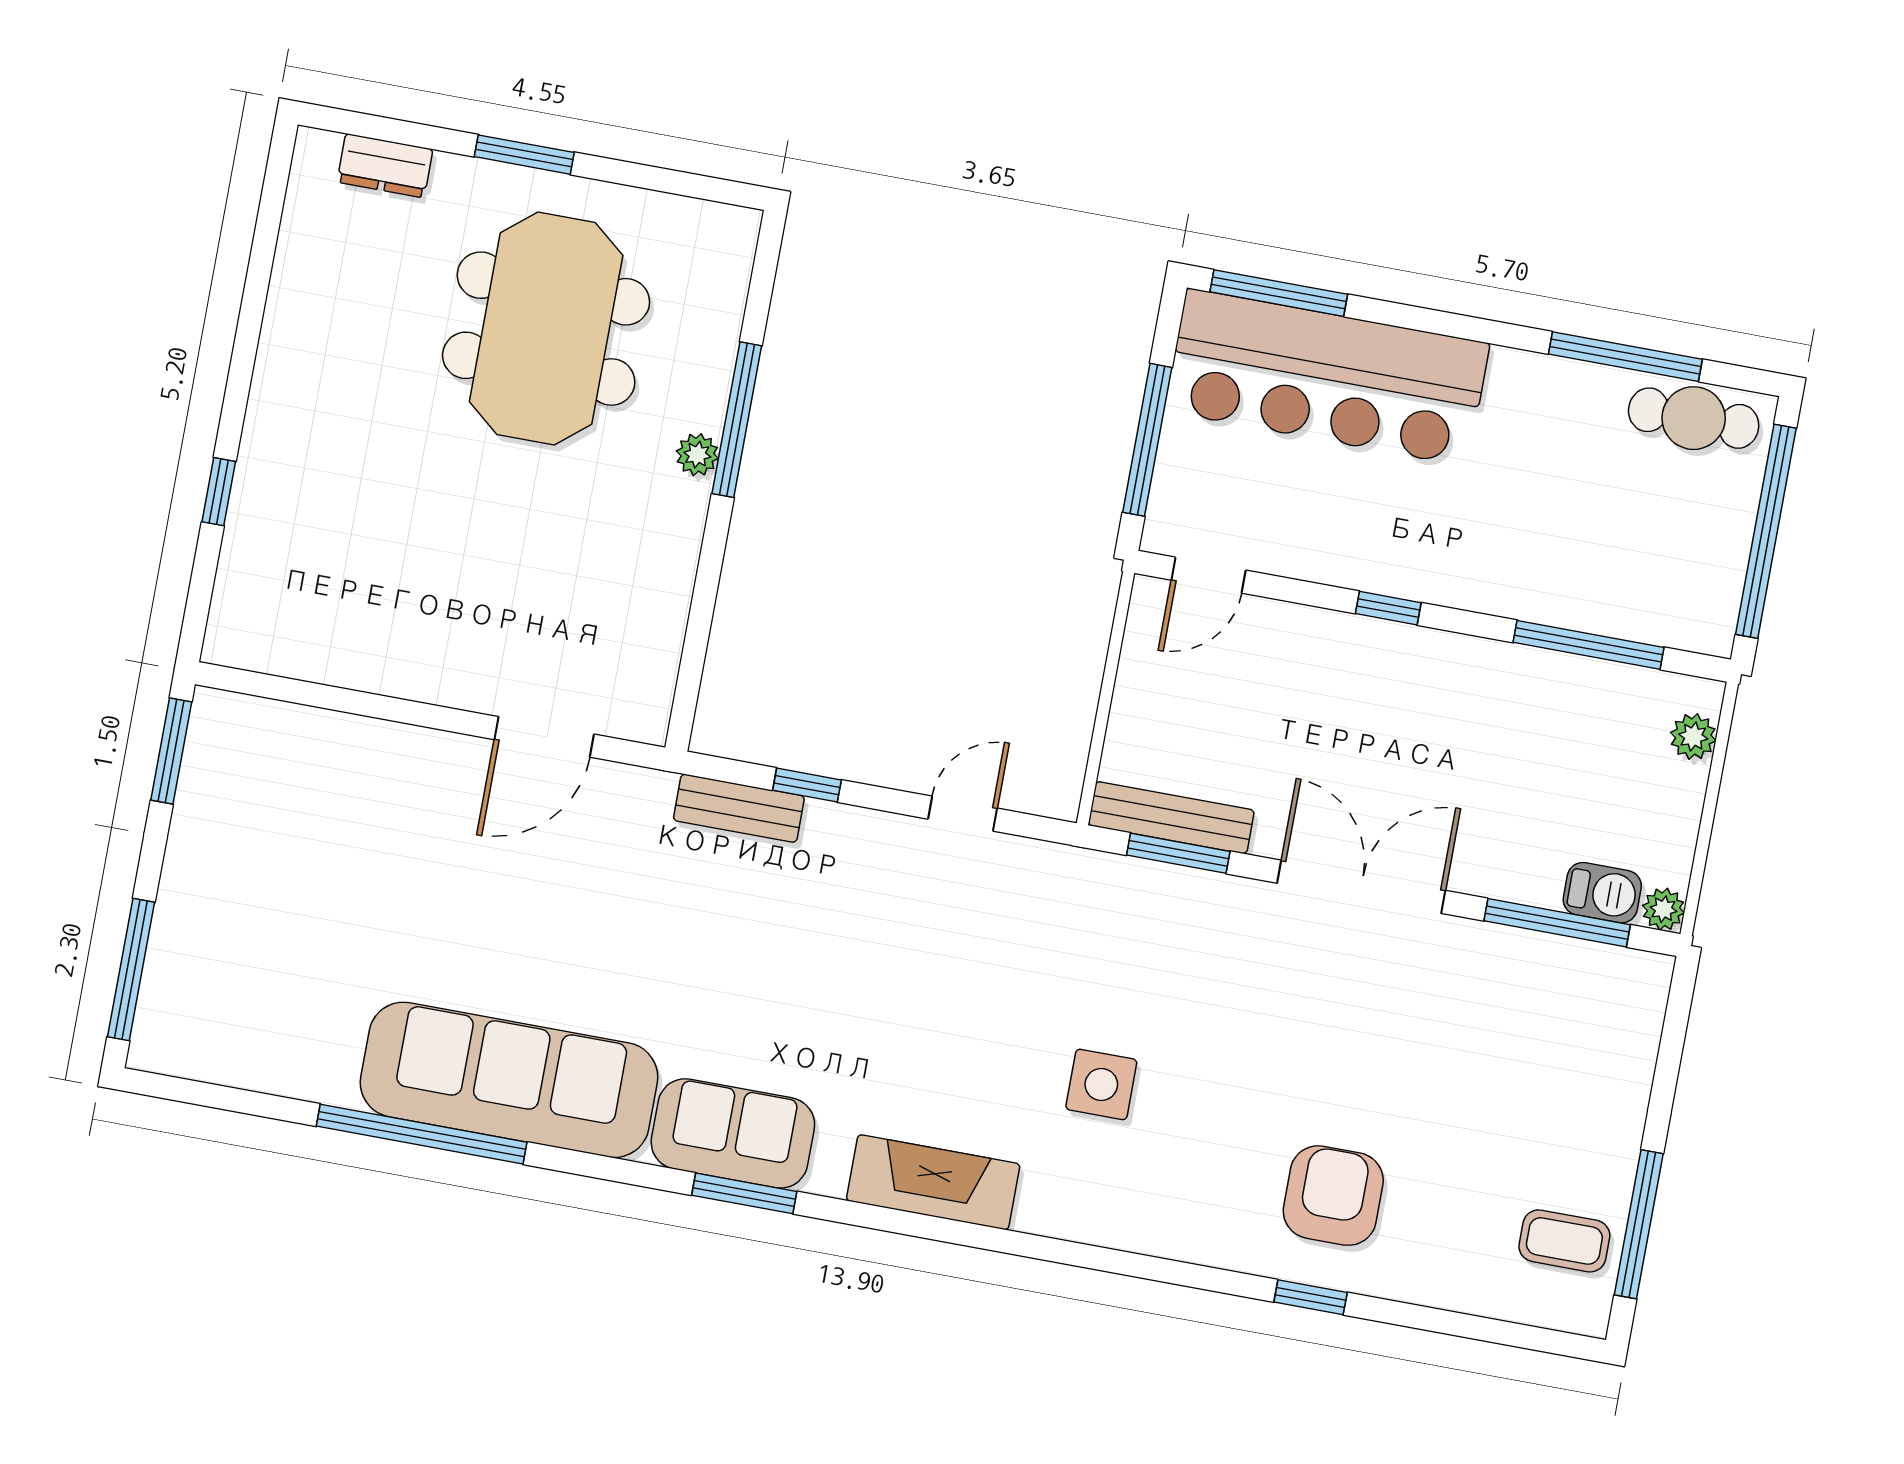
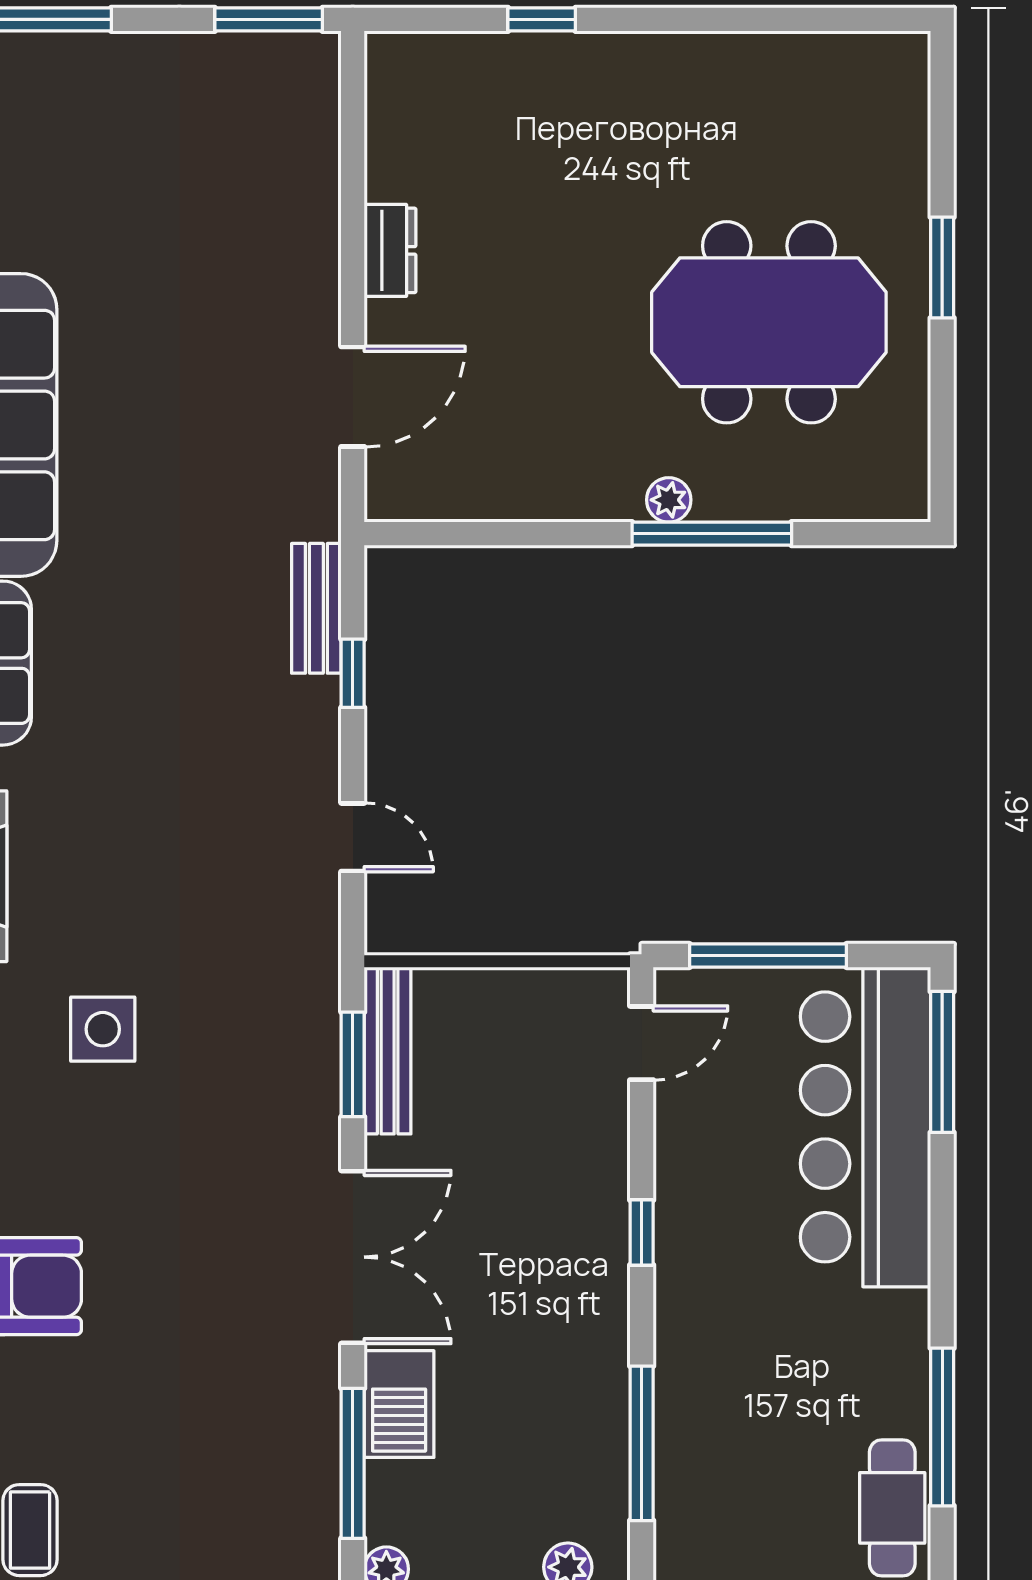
dresser: (385, 166) -> (390, 250), moved, turned 180
door: (1208, 575) -> (642, 1043), swing flipped
door: (544, 737) -> (353, 397), swing flipped
barbecue: (1602, 893) -> (399, 1404), moved, width x1.38, depth x1.27

